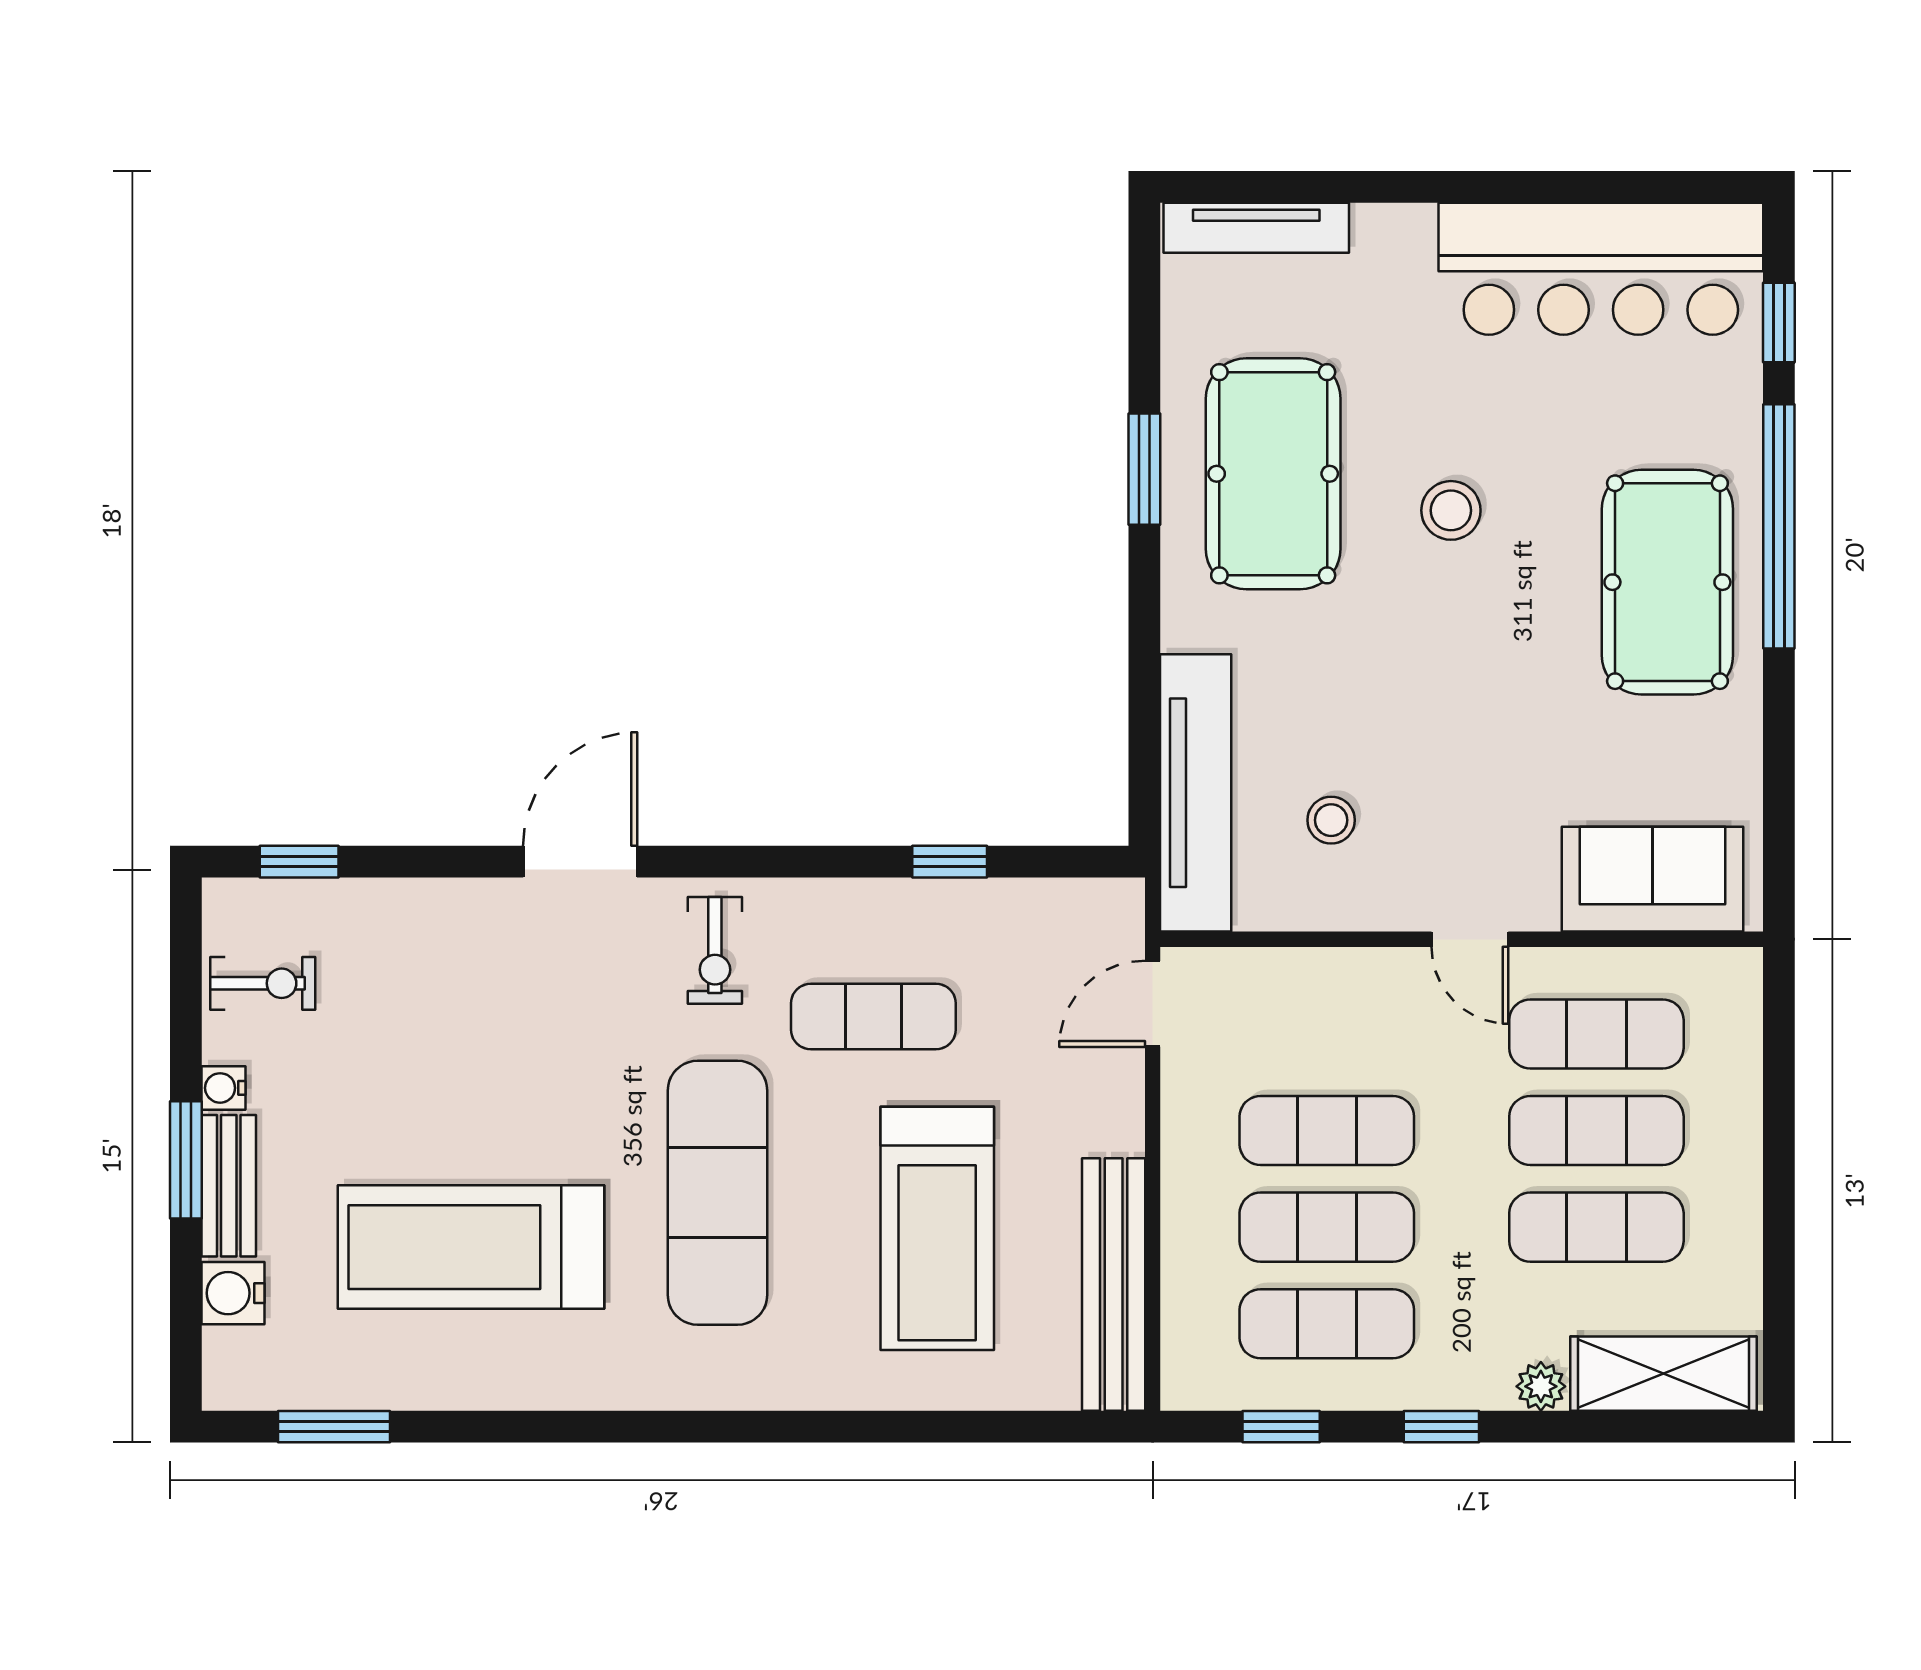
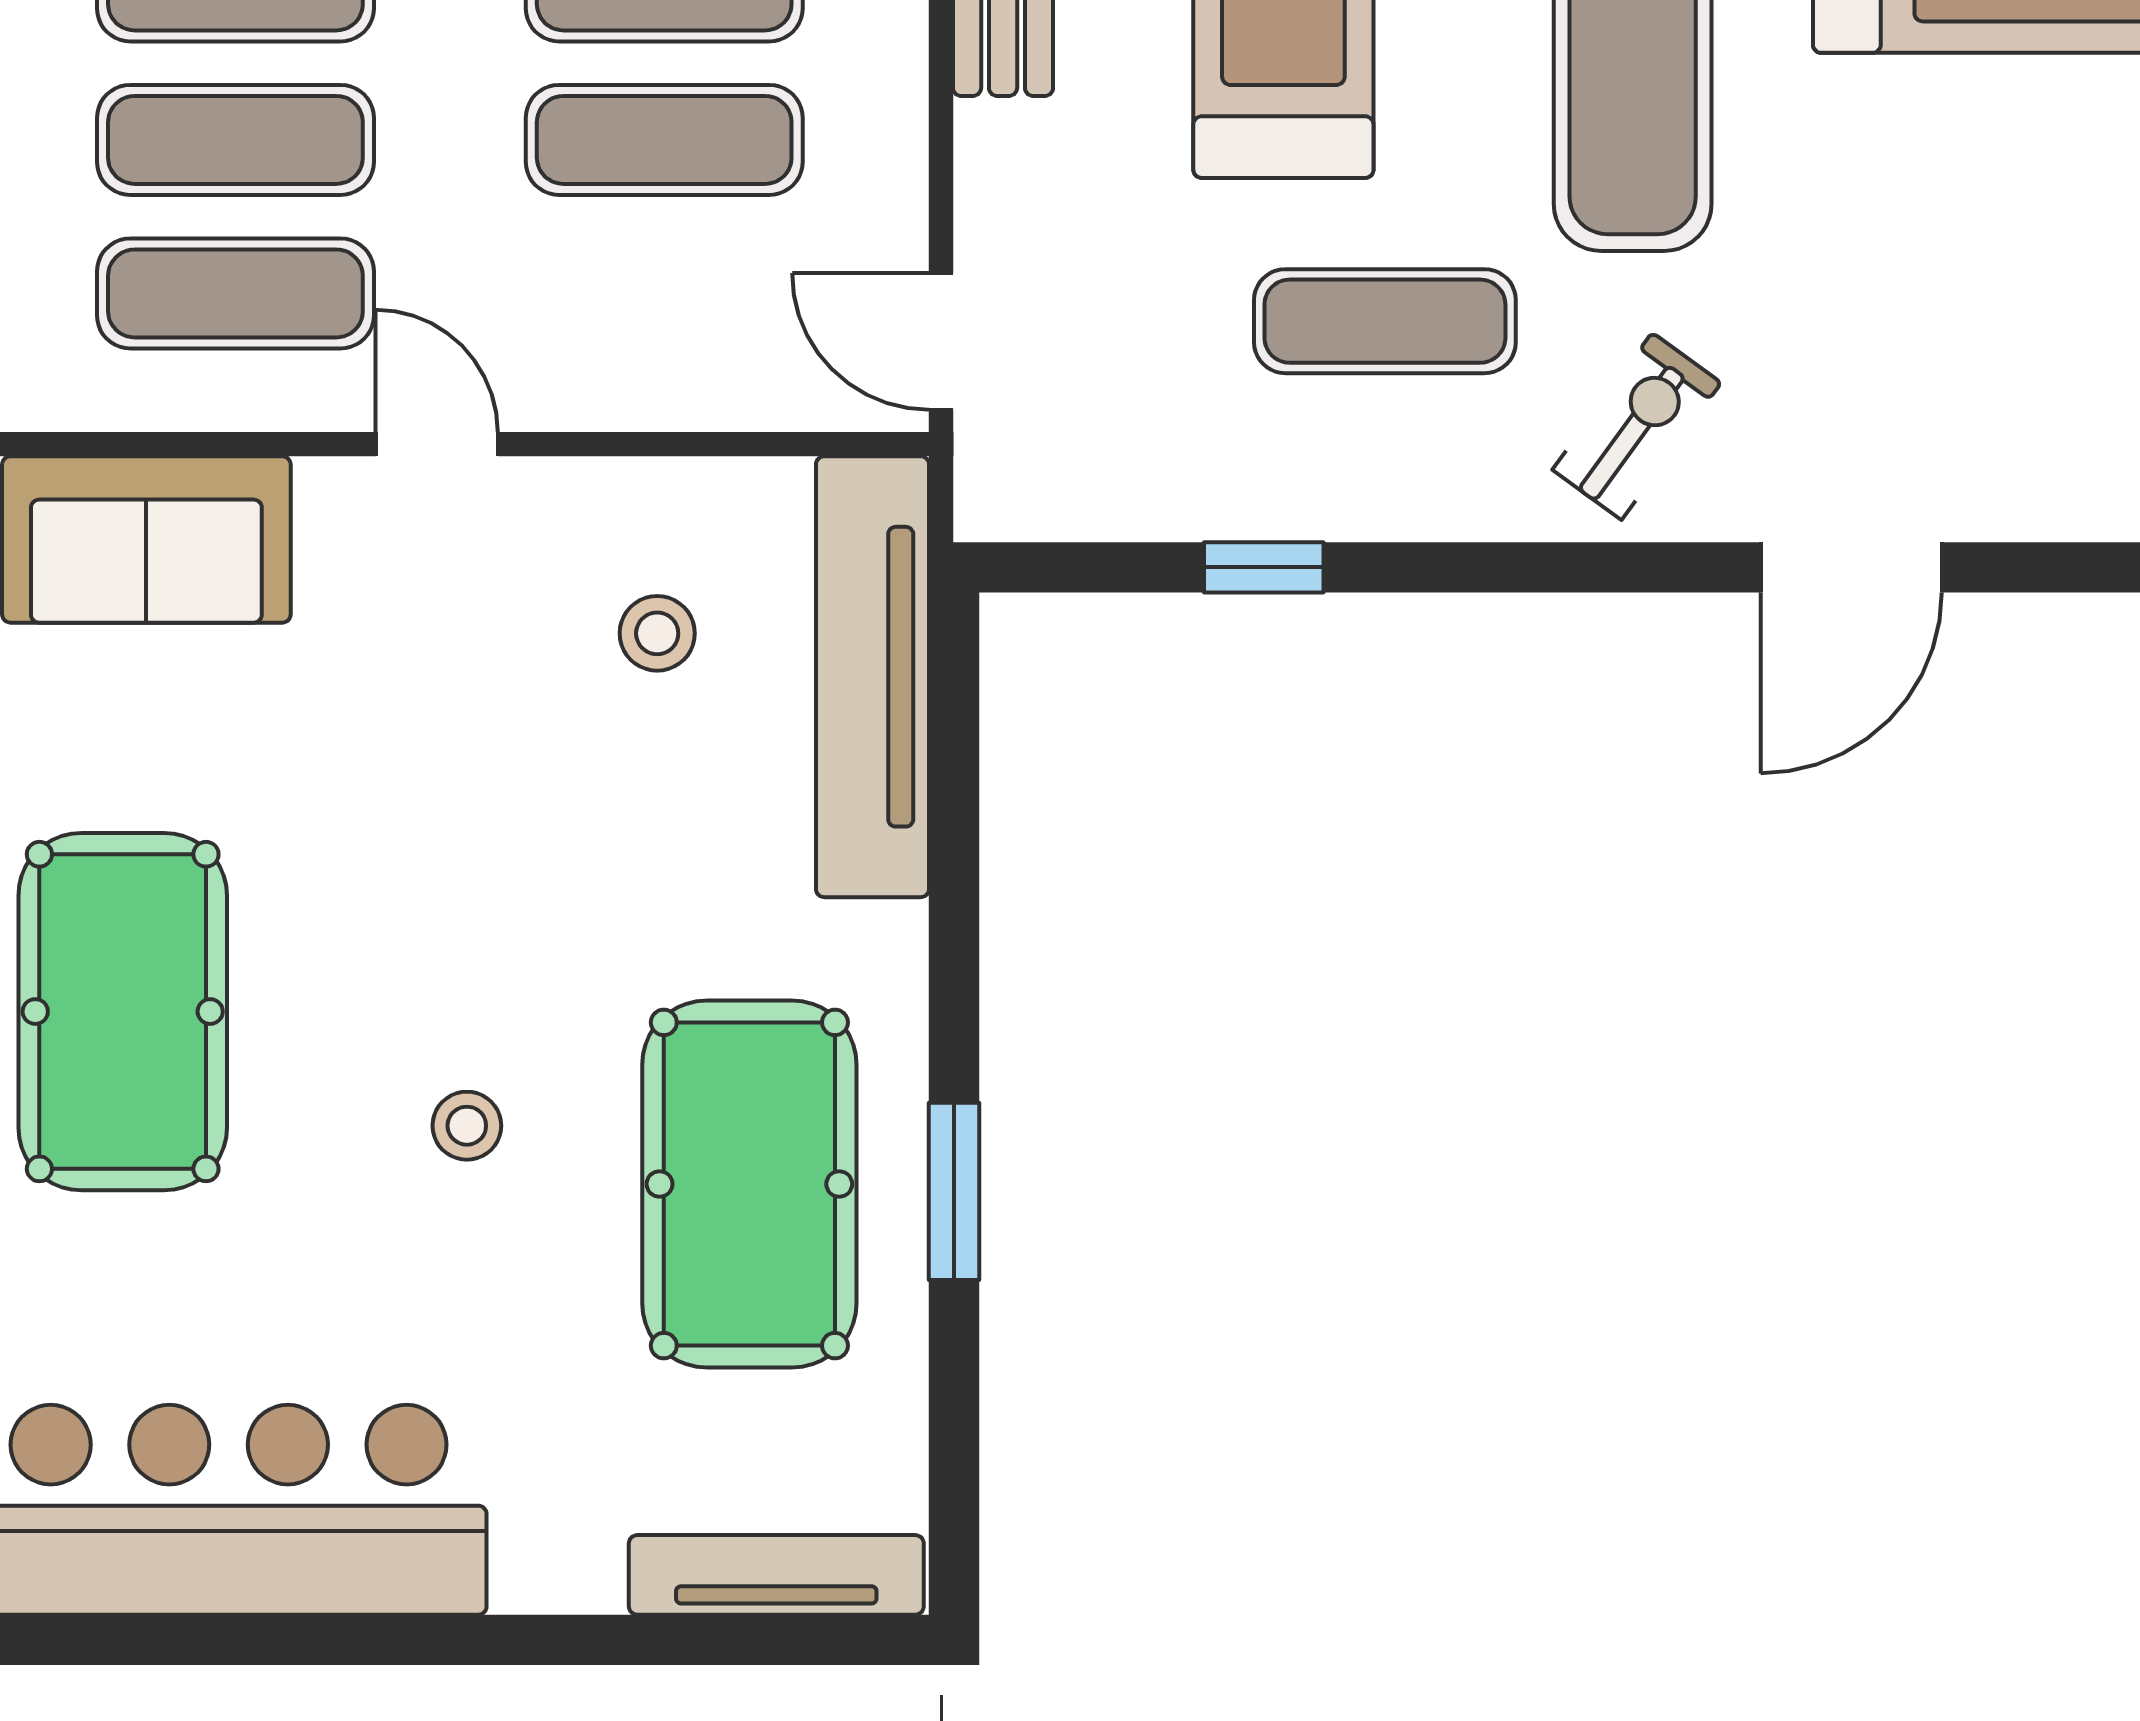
stool: (1451, 510) -> (467, 1126), width x0.73, depth x0.73
exercise bike: (715, 950) -> (1637, 426), turned 36
door: (1153, 1004) -> (941, 341), swing flipped

